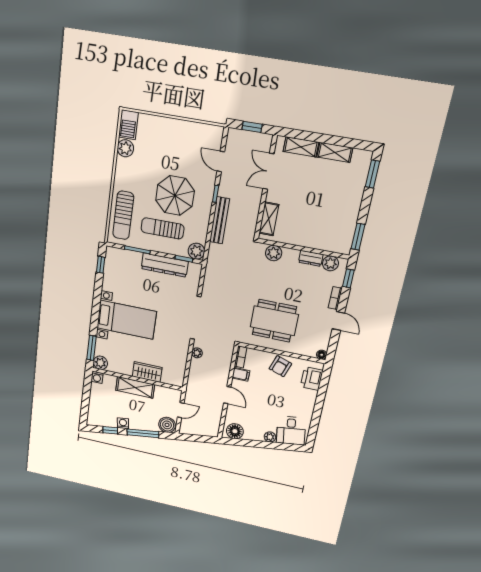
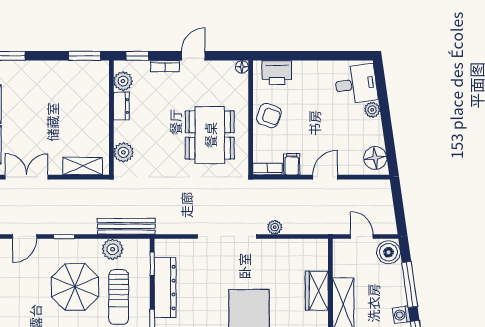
double door: (268, 171) -> (27, 177), swing flipped
bench: (220, 220) -> (126, 226), moved
plant: (196, 251) -> (113, 249), moved

